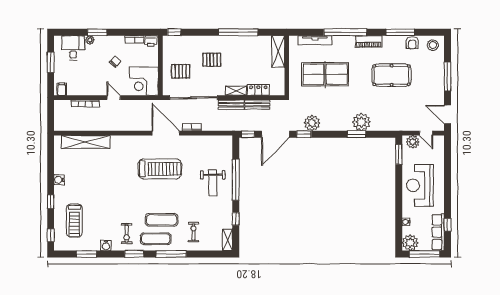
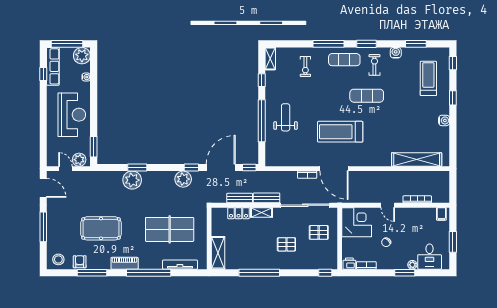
exercise mat: (162, 220) -> (367, 96), moved

